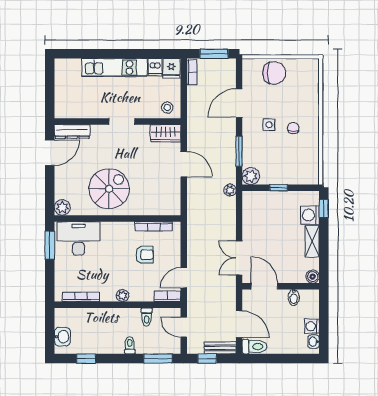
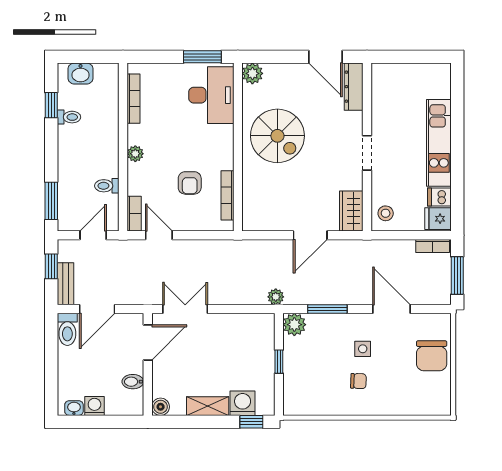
toilet: (130, 345) -> (69, 117), moved

